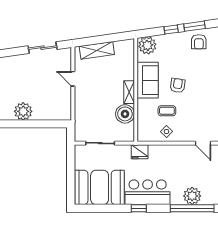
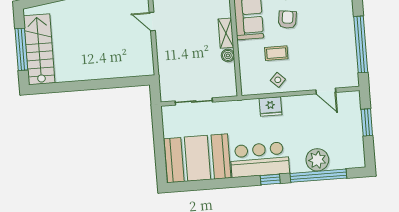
plant: (23, 111) -> (92, 68), removed
boiler: (125, 114) -> (228, 55), width x0.54, depth x0.54
fridge: (140, 152) -> (270, 106), moved
window: (139, 208) -> (270, 179), moved

